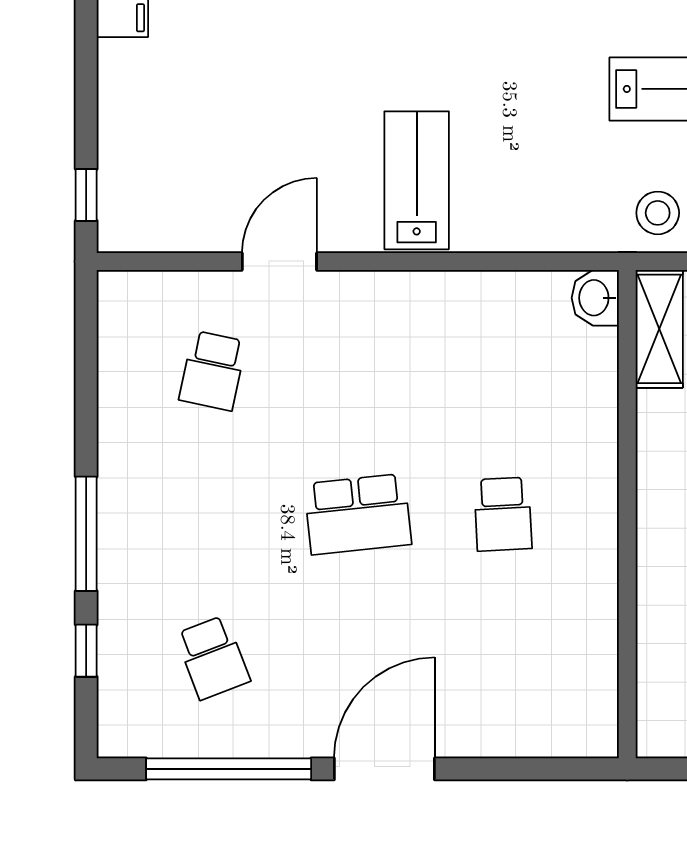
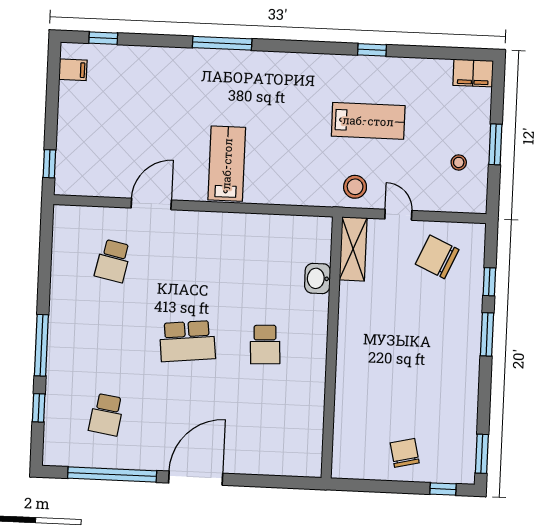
washbasin: (595, 298) -> (318, 278), moved
school desk: (213, 658) -> (106, 415), turned 30

